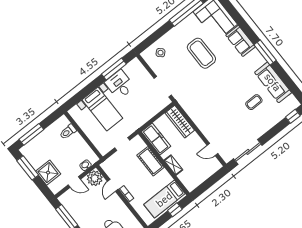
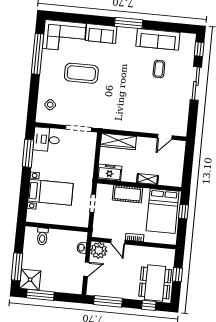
desk: (120, 85) -> (46, 139), moved
freezer: (156, 139) -> (110, 173), width x0.71
sliding door: (248, 152) -> (196, 83), moved
shower: (48, 173) -> (30, 280), moved
bed: (164, 199) -> (163, 211), width x1.50

